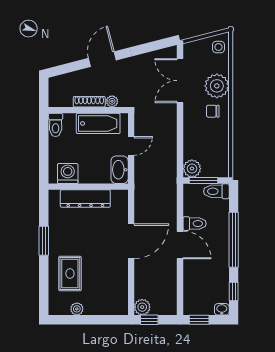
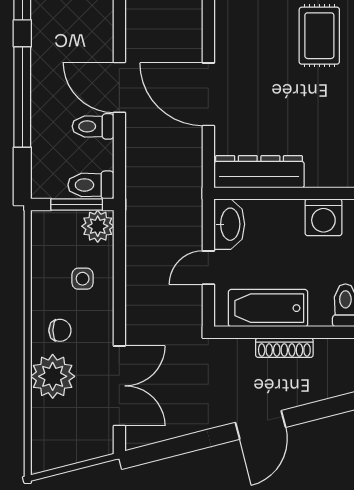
side table: (218, 47) -> (83, 279), moved
plant: (112, 101) -> (243, 348), removed
toilet: (216, 191) -> (91, 185), moved, turned 180
dresser: (85, 199) -> (259, 172), moved
door: (131, 241) -> (208, 94), hinge flipped

